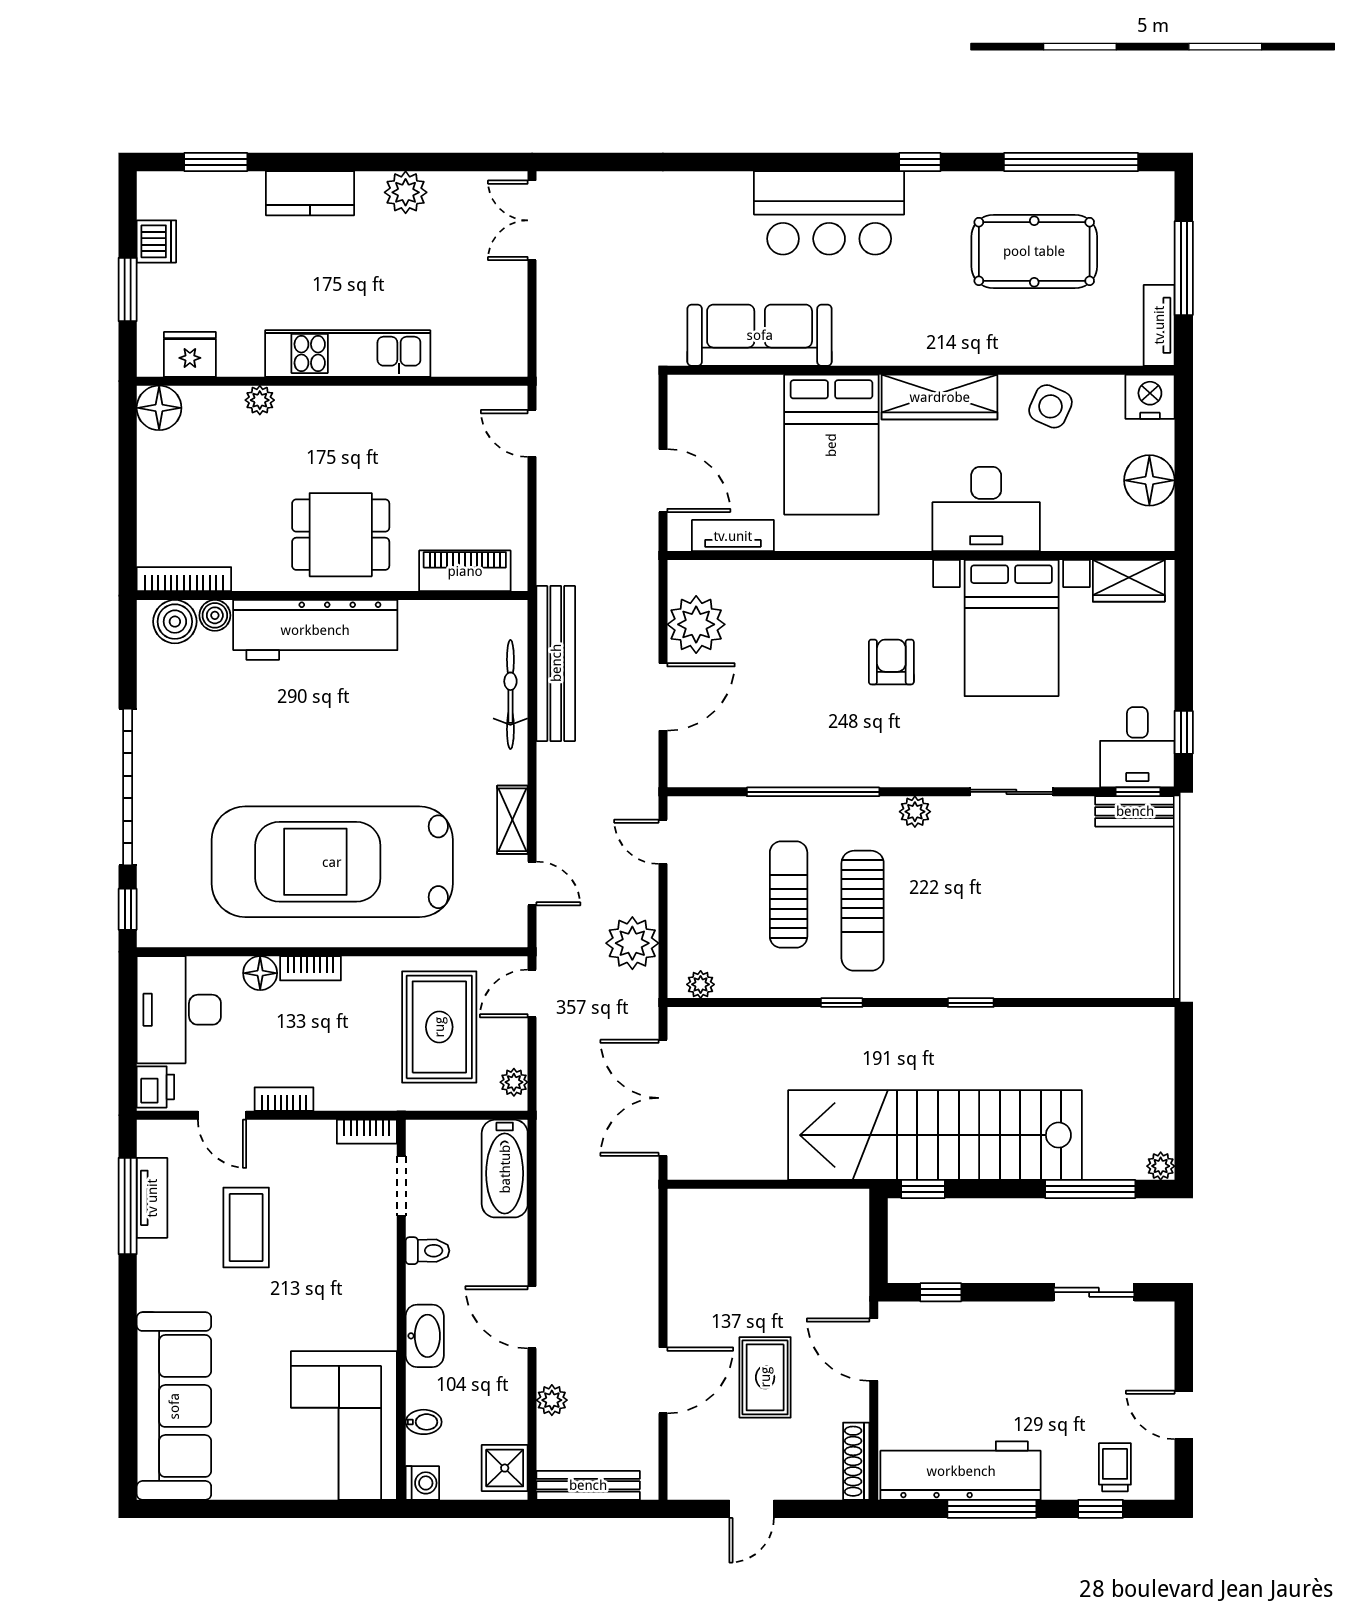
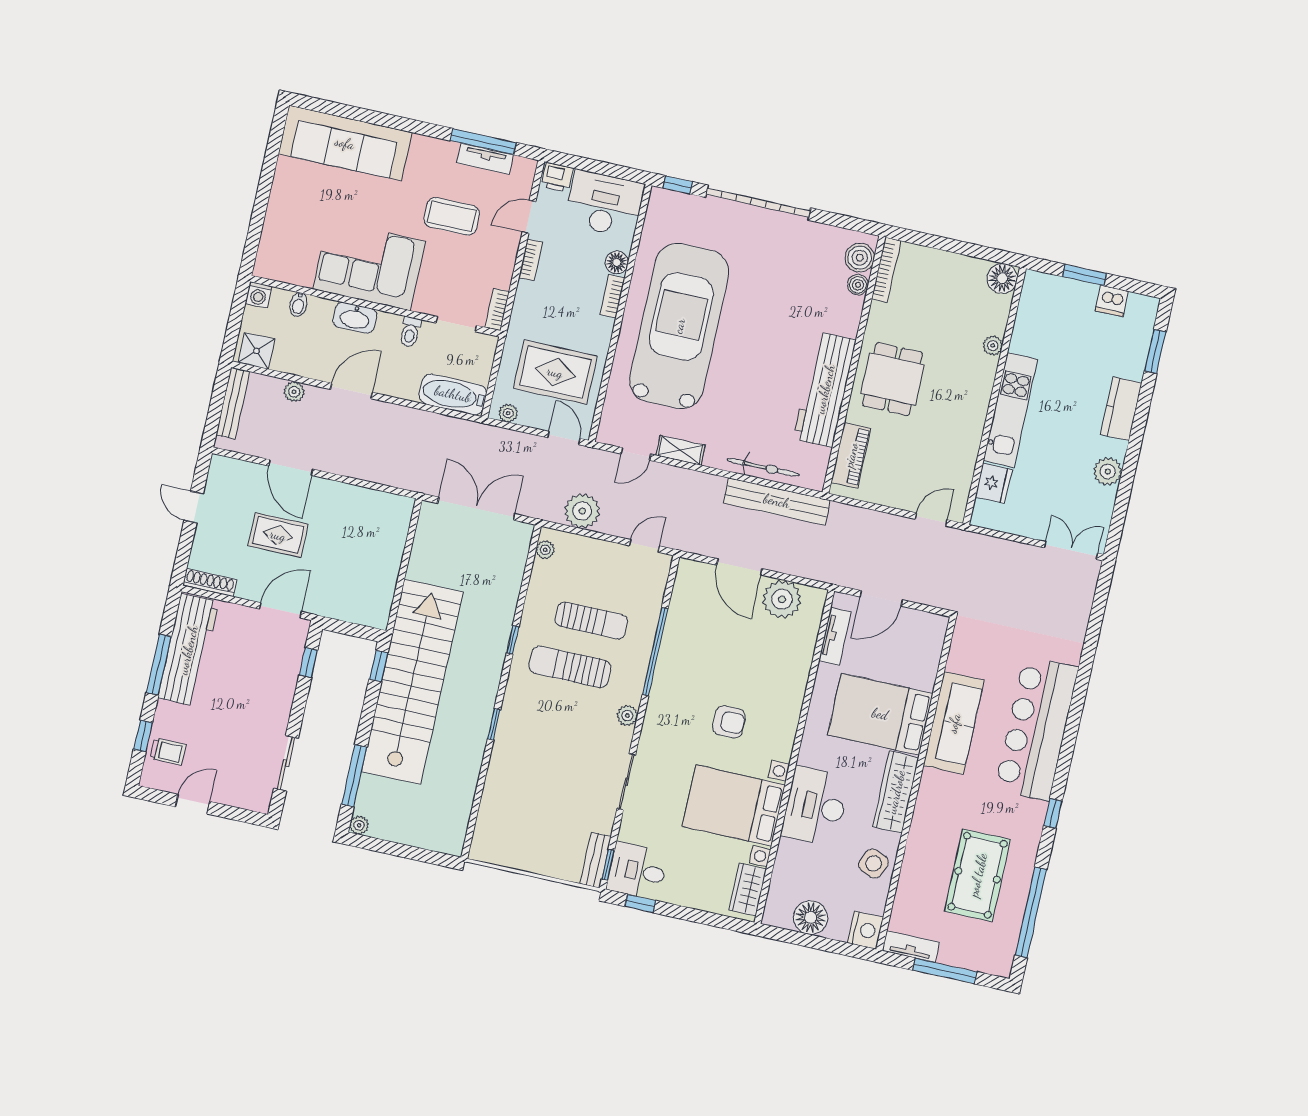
bar counter: (829, 213) -> (1037, 728), width x1.36
sofa: (760, 335) -> (954, 723), moved
fridge: (190, 354) -> (994, 483), moved
workbench: (315, 630) -> (825, 389), moved
corner sofa: (344, 1425) -> (369, 265), moved

